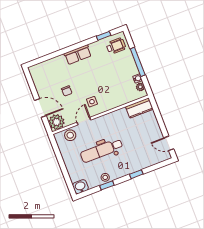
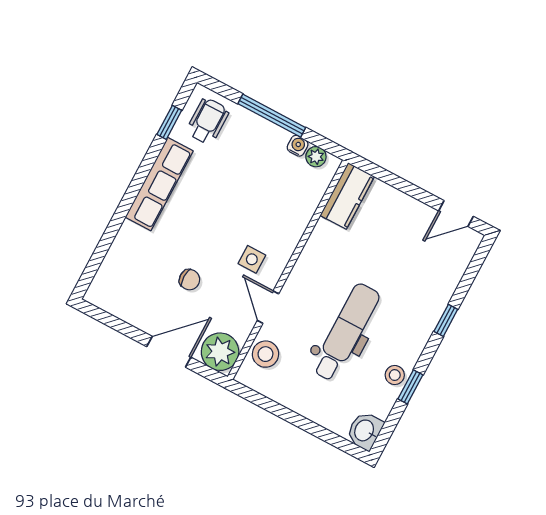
row of seats: (78, 55) -> (159, 184), width x1.48
dental chair: (102, 150) -> (346, 332), turned 180

